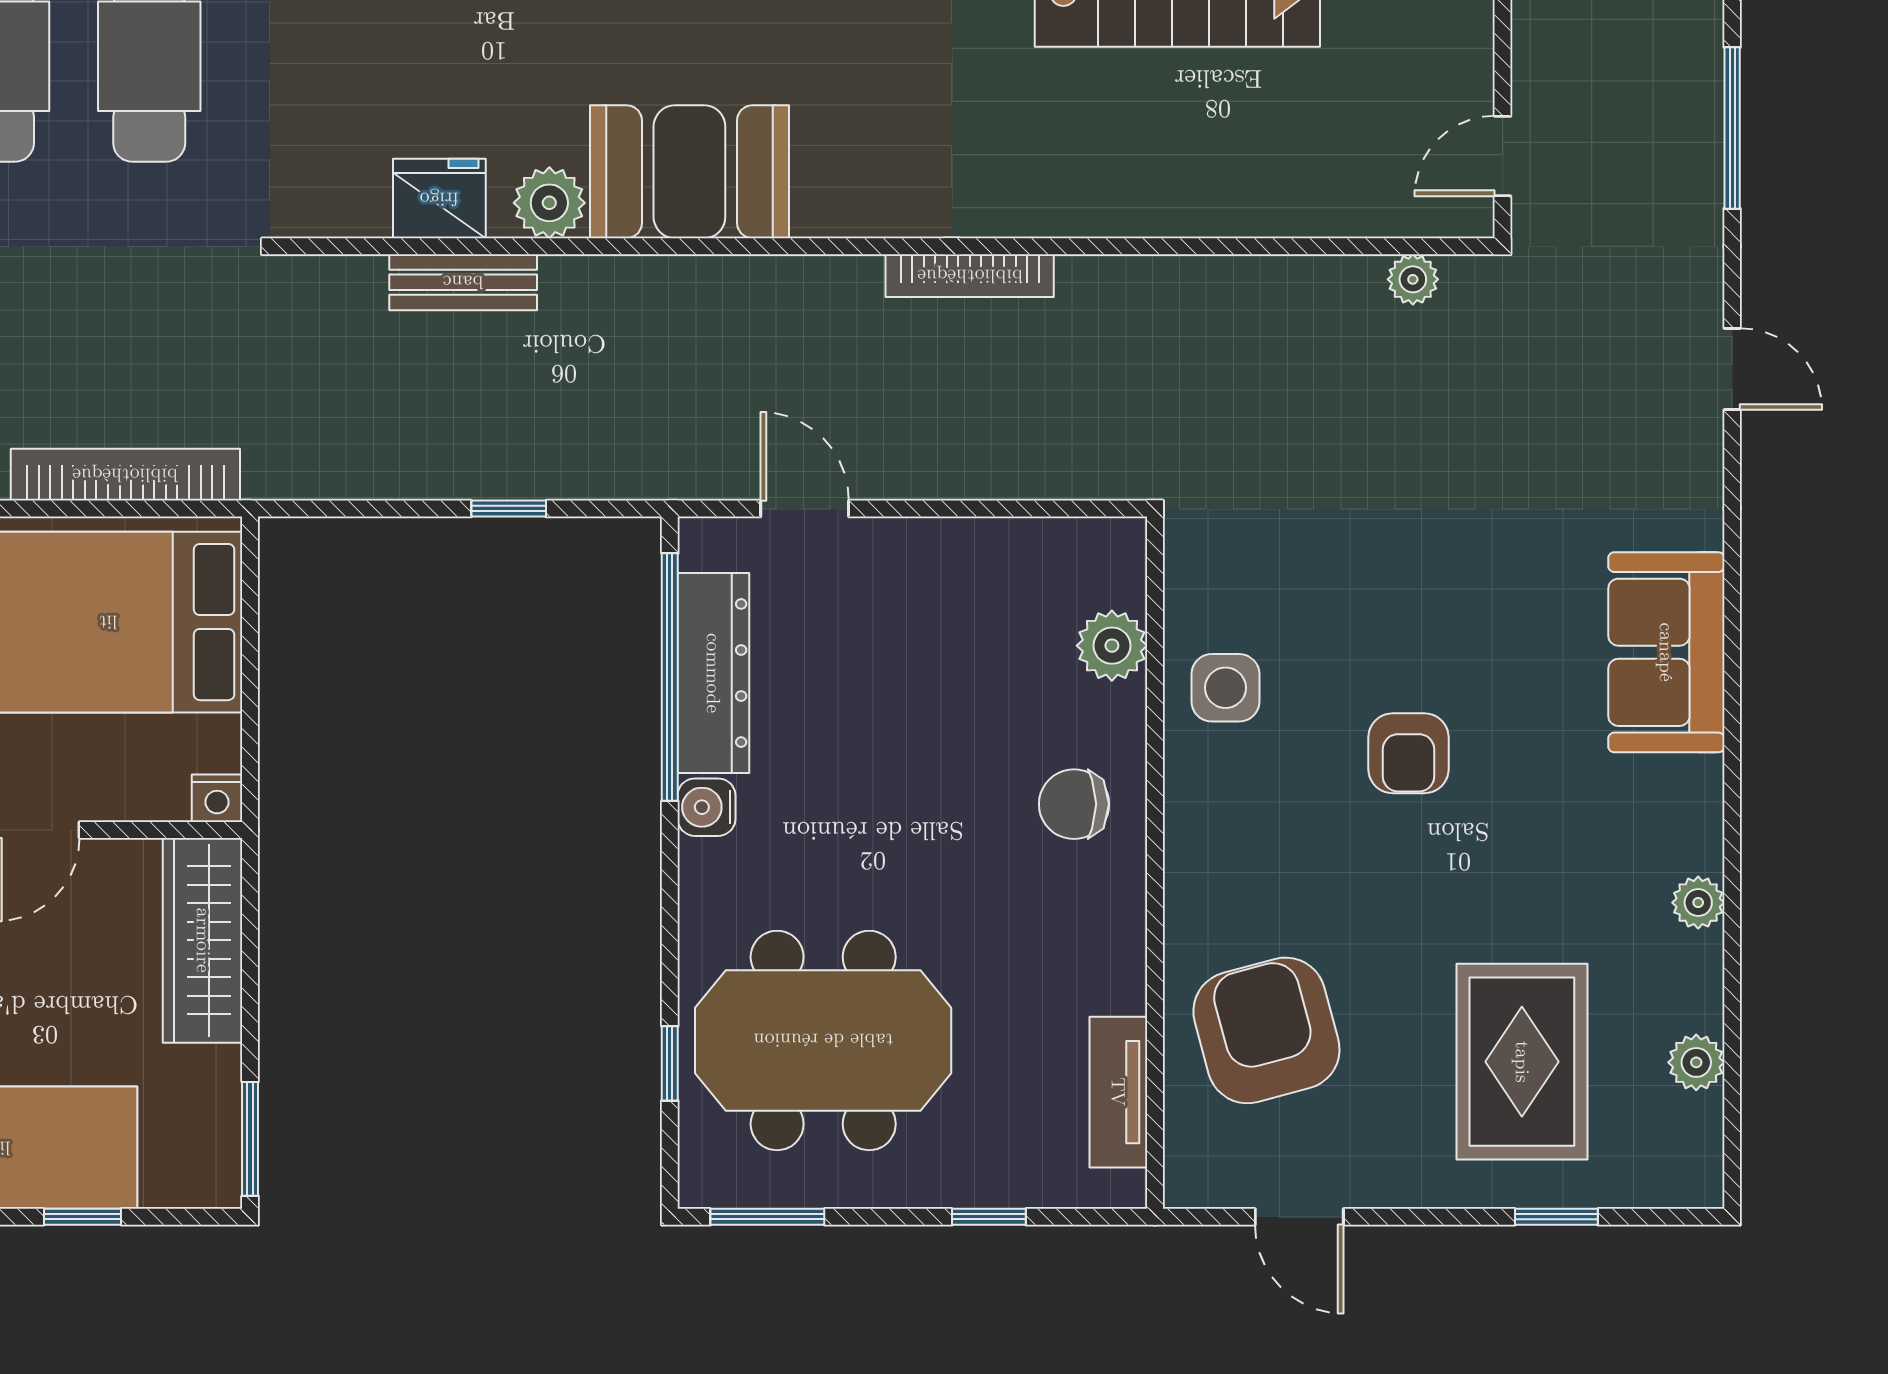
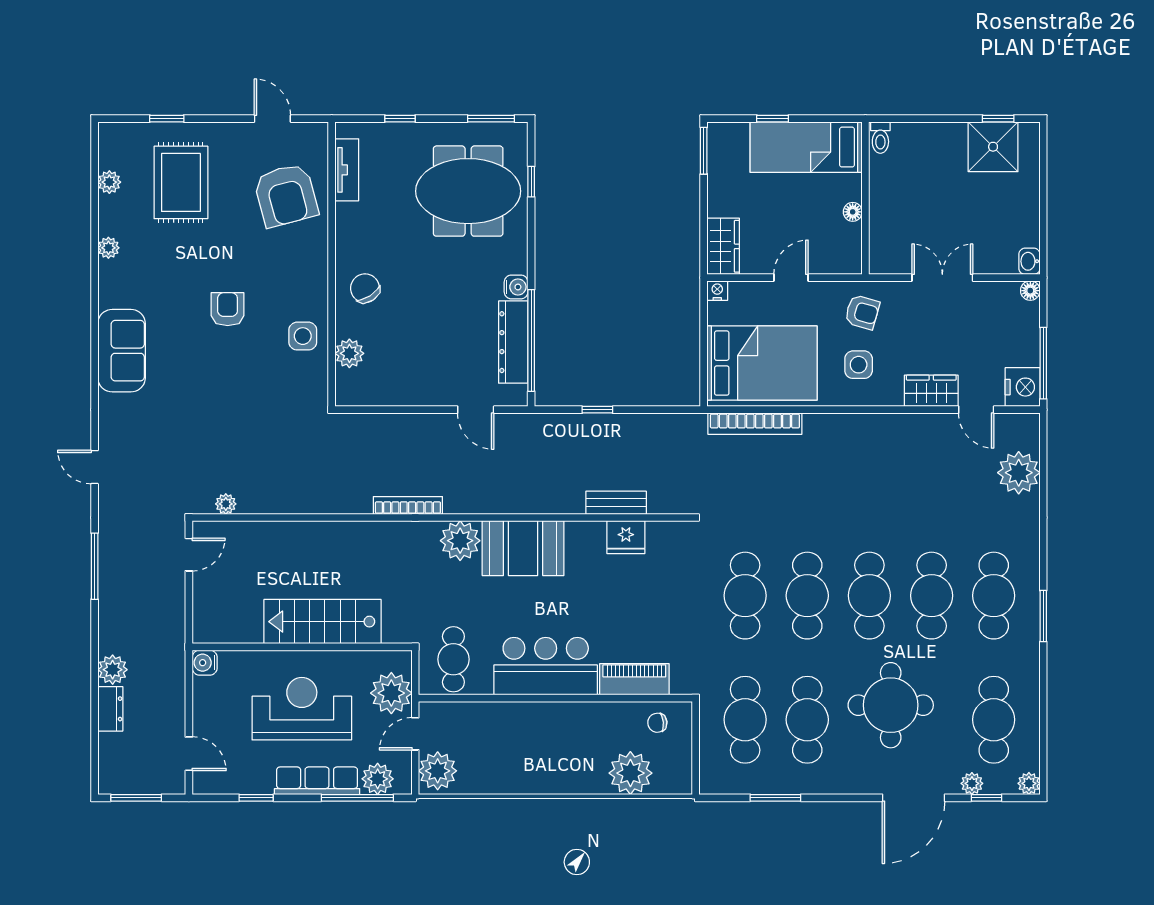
plant: (549, 203) -> (460, 541), moved, width x1.36, depth x1.36
chair: (1074, 804) -> (365, 288), turned -123
wardrobe: (203, 940) -> (723, 246), width x0.67

